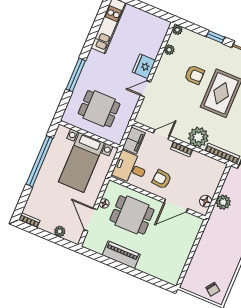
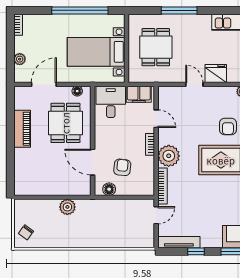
armchair: (162, 179) -> (122, 167), moved
plant: (223, 202) -> (67, 207), moved
floor lamp: (104, 203) -> (77, 91), moved

